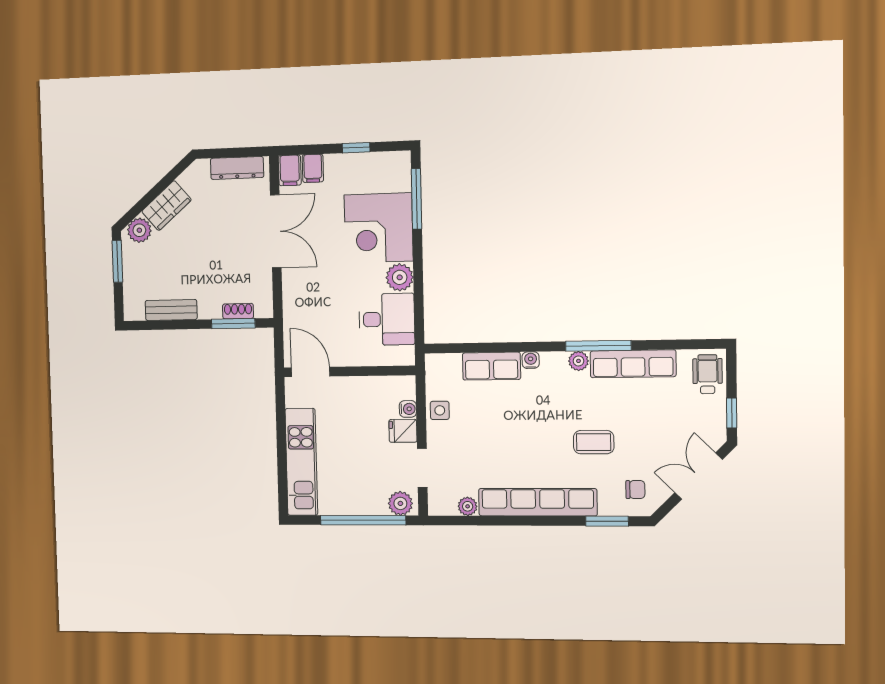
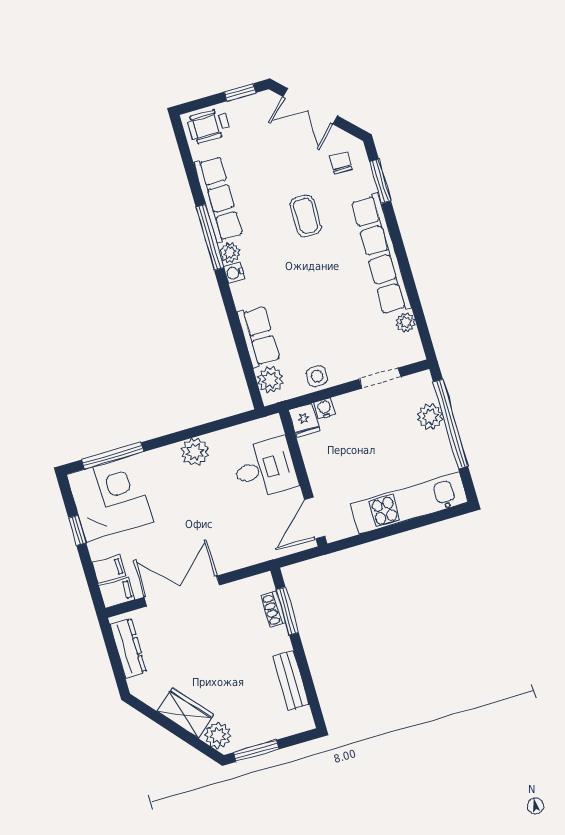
corner desk: (379, 228) -> (110, 498), moved, turned -90
desk: (387, 319) -> (265, 468), moved, turned 90
water cooler: (531, 360) -> (234, 273), moved
plant: (448, 366) -> (270, 380), added
fridge: (403, 431) -> (304, 420), moved
plant: (400, 503) -> (430, 417), moved

